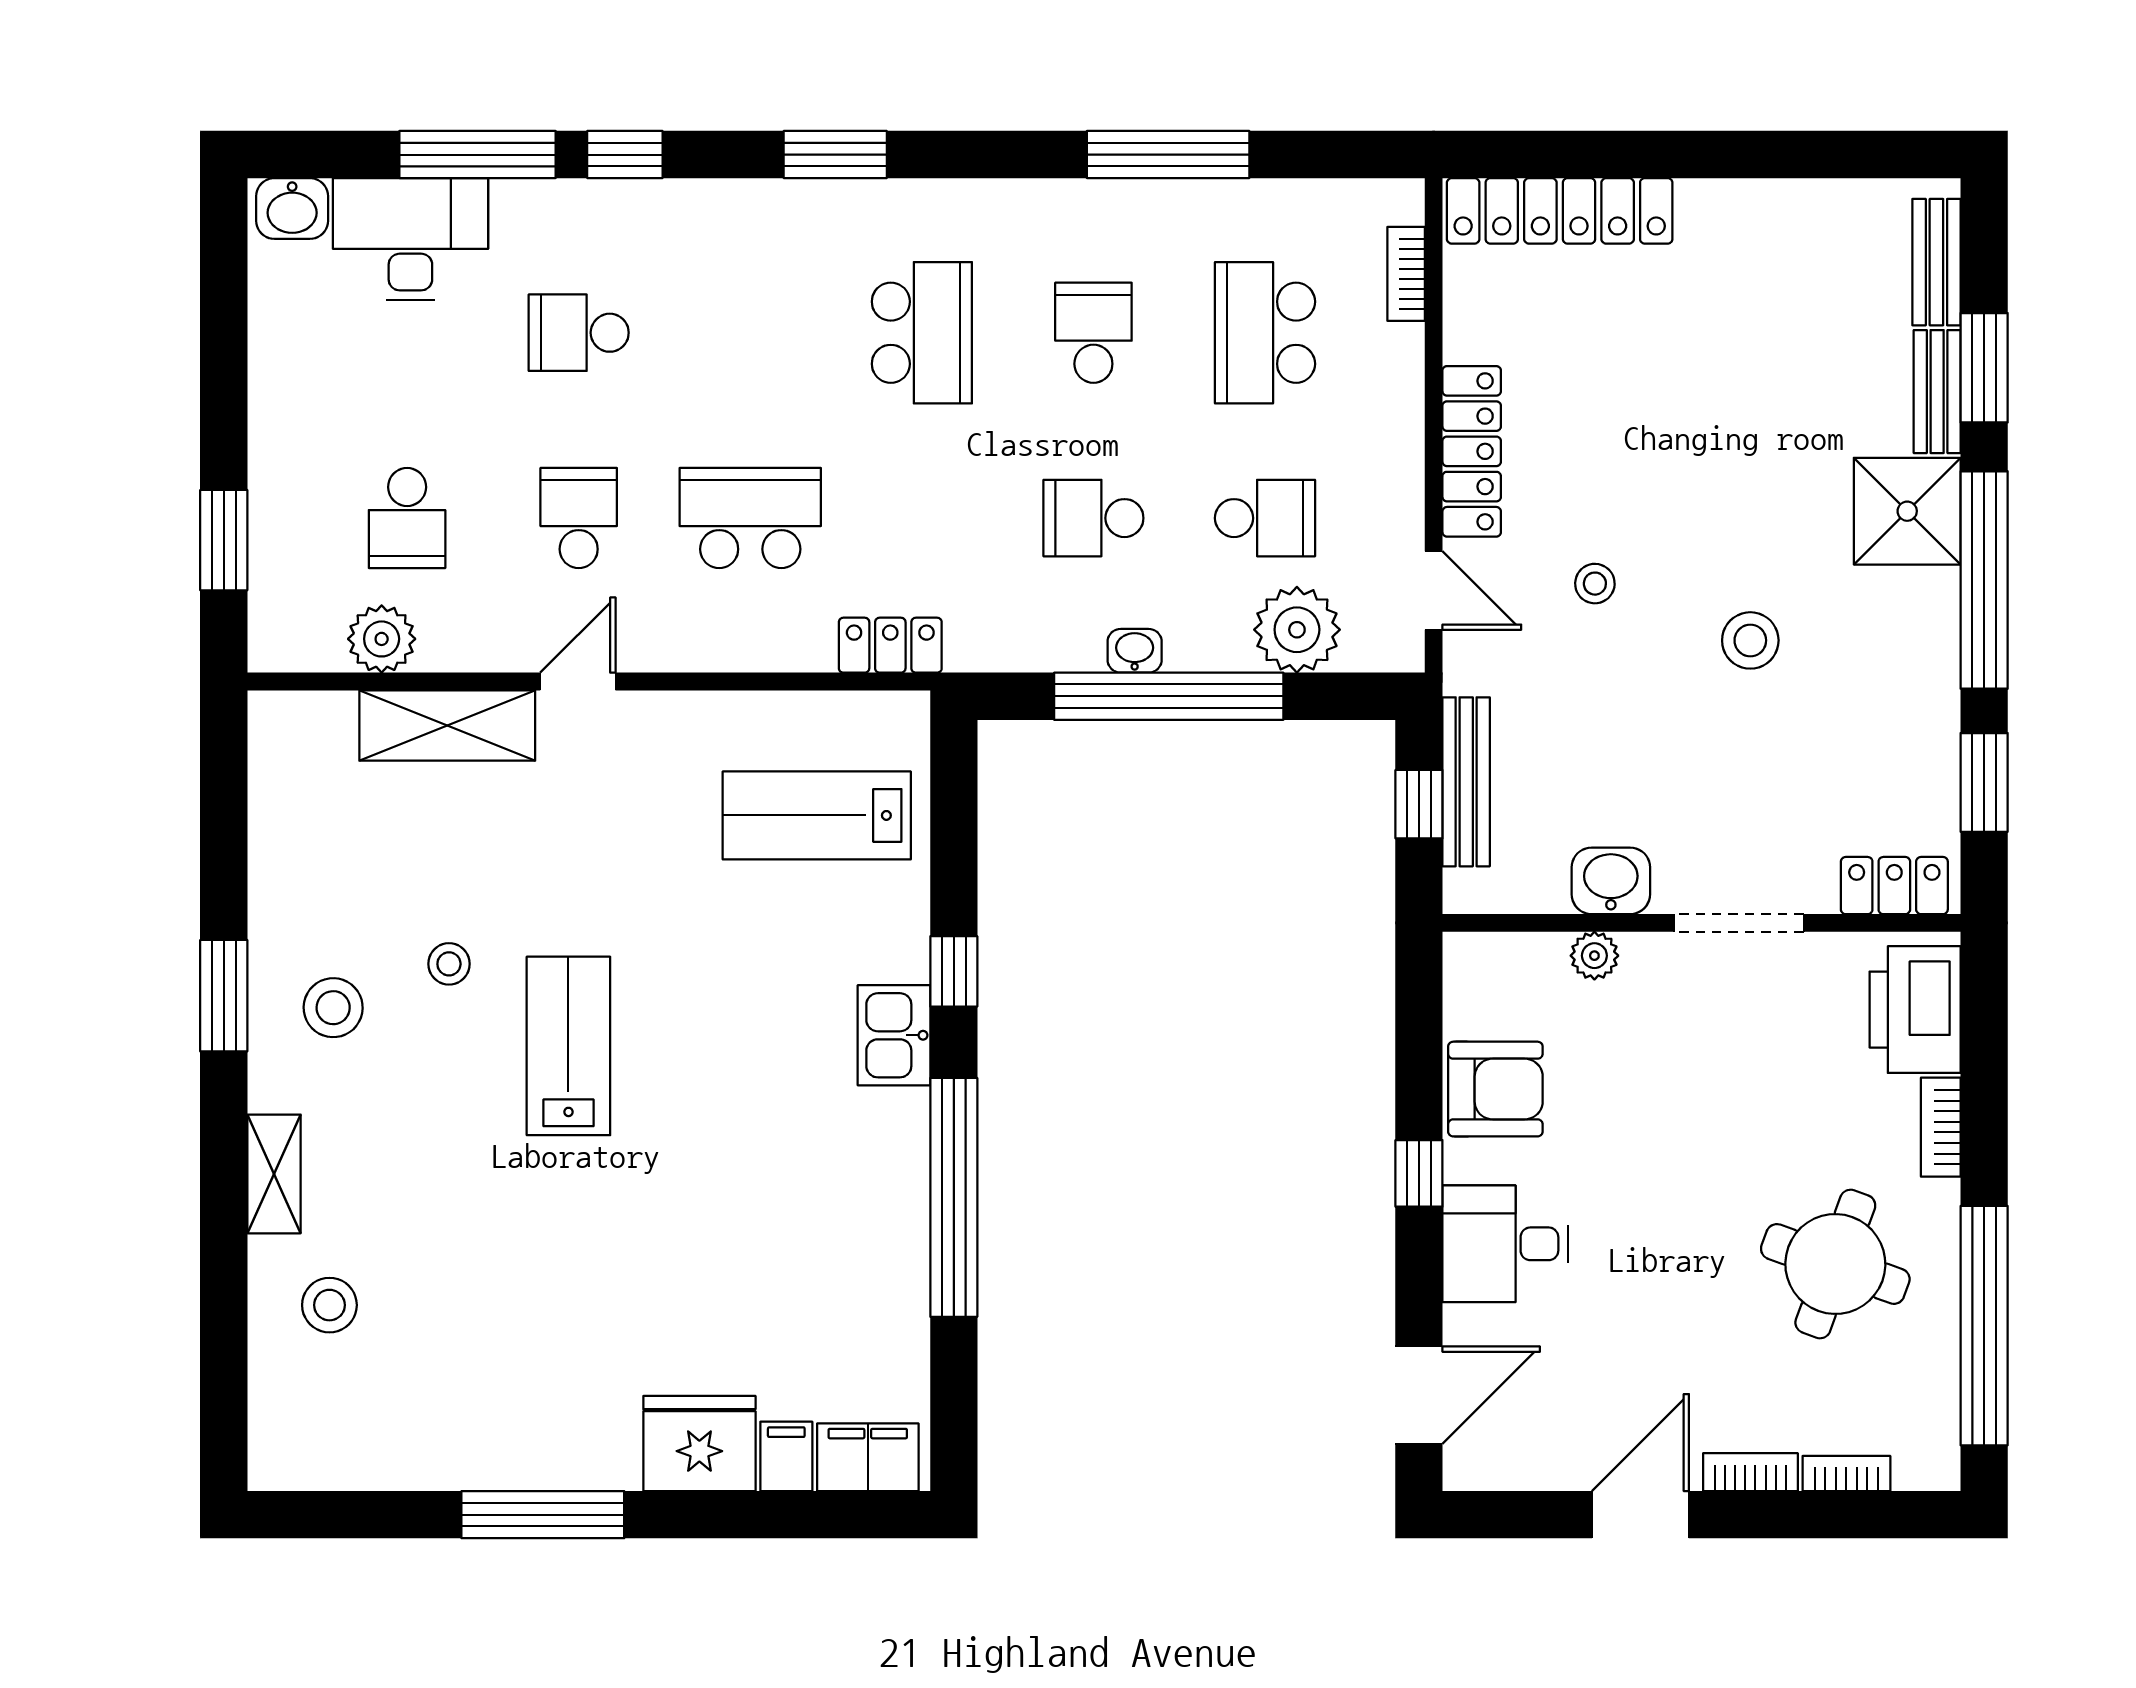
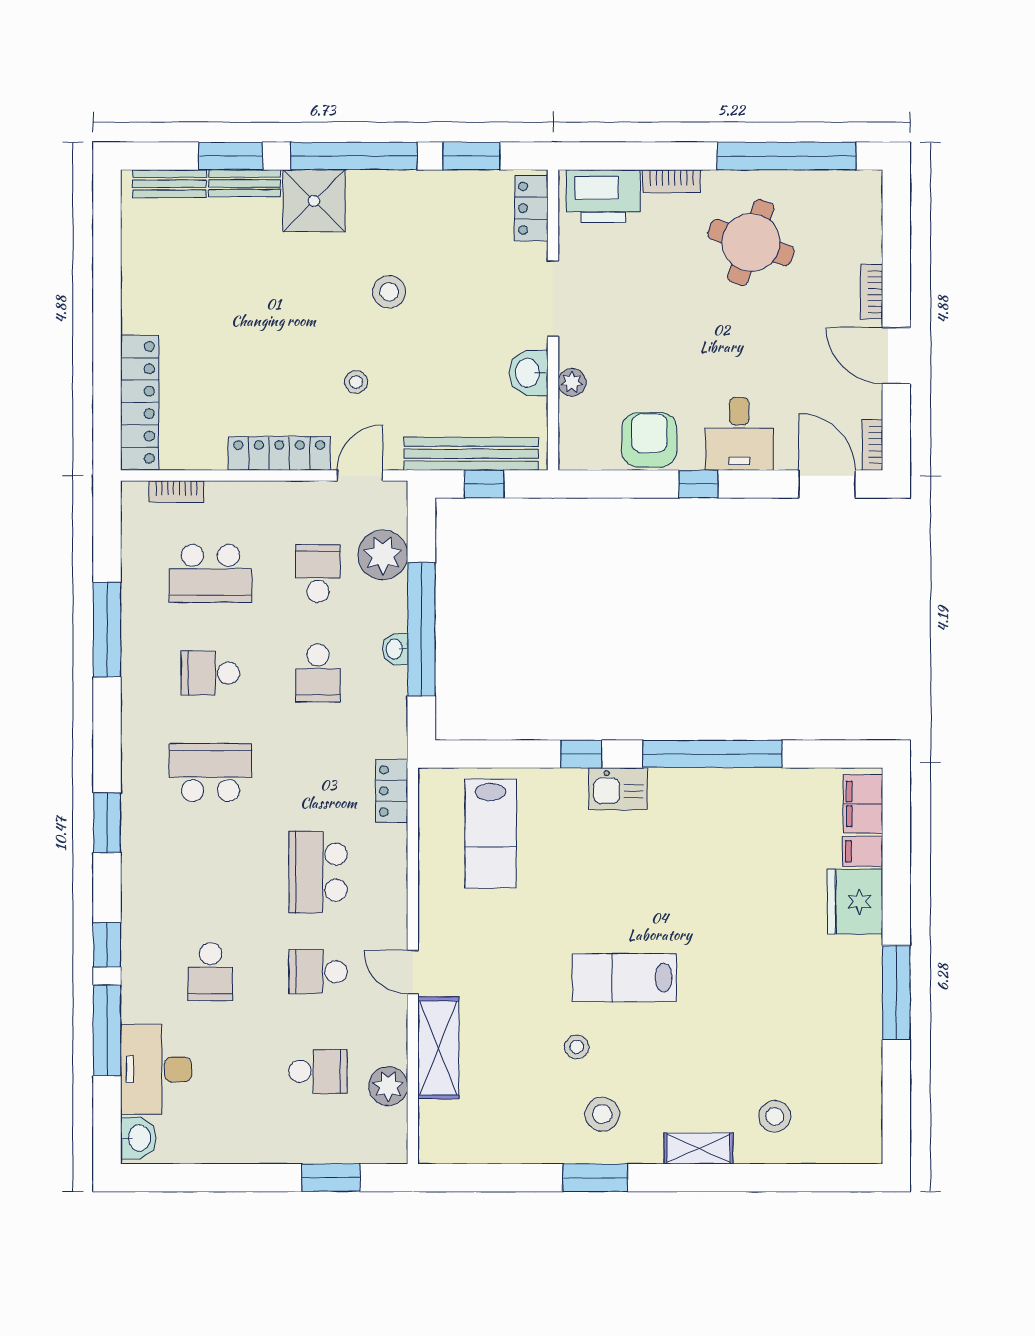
bench: (1466, 782) -> (471, 454), width x1.37, depth x1.21
bookcase: (1846, 1474) -> (872, 445), moved

